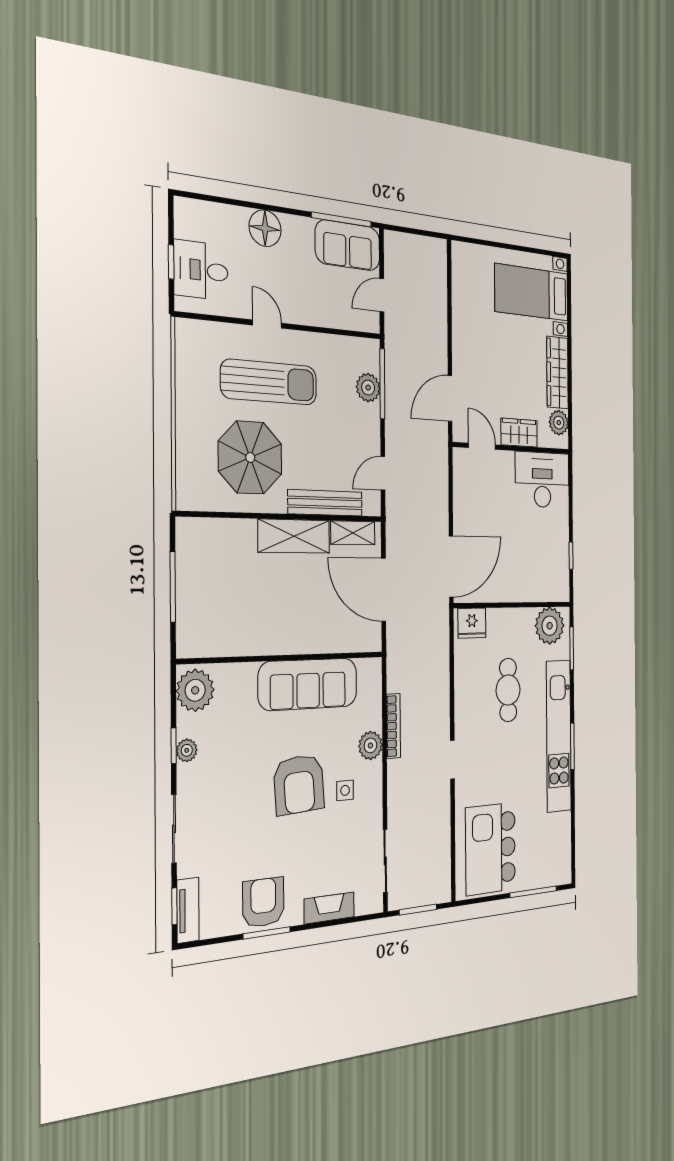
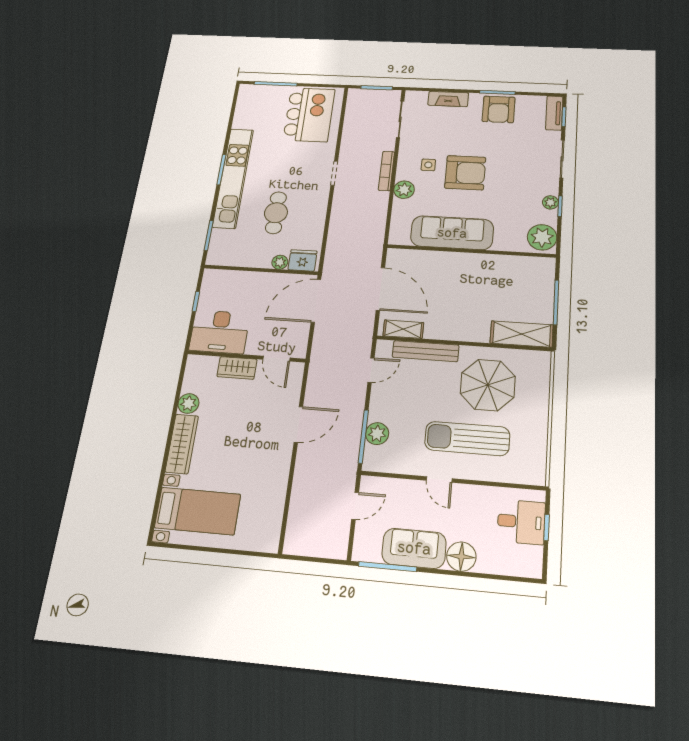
sofa: (348, 245) -> (414, 548), moved
door: (267, 324) -> (439, 480), moved
wardrobe: (519, 433) -> (237, 368), moved
door: (482, 446) -> (276, 359), moved
wall: (512, 448) -> (246, 356), moved
desk: (542, 480) -> (220, 332), moved
shelving: (294, 536) -> (522, 334), moved
plant: (550, 626) -> (280, 262), moved, width x0.53, depth x0.53
bookcase: (393, 726) -> (386, 171), moved
armchair: (299, 784) -> (465, 173), turned 94

